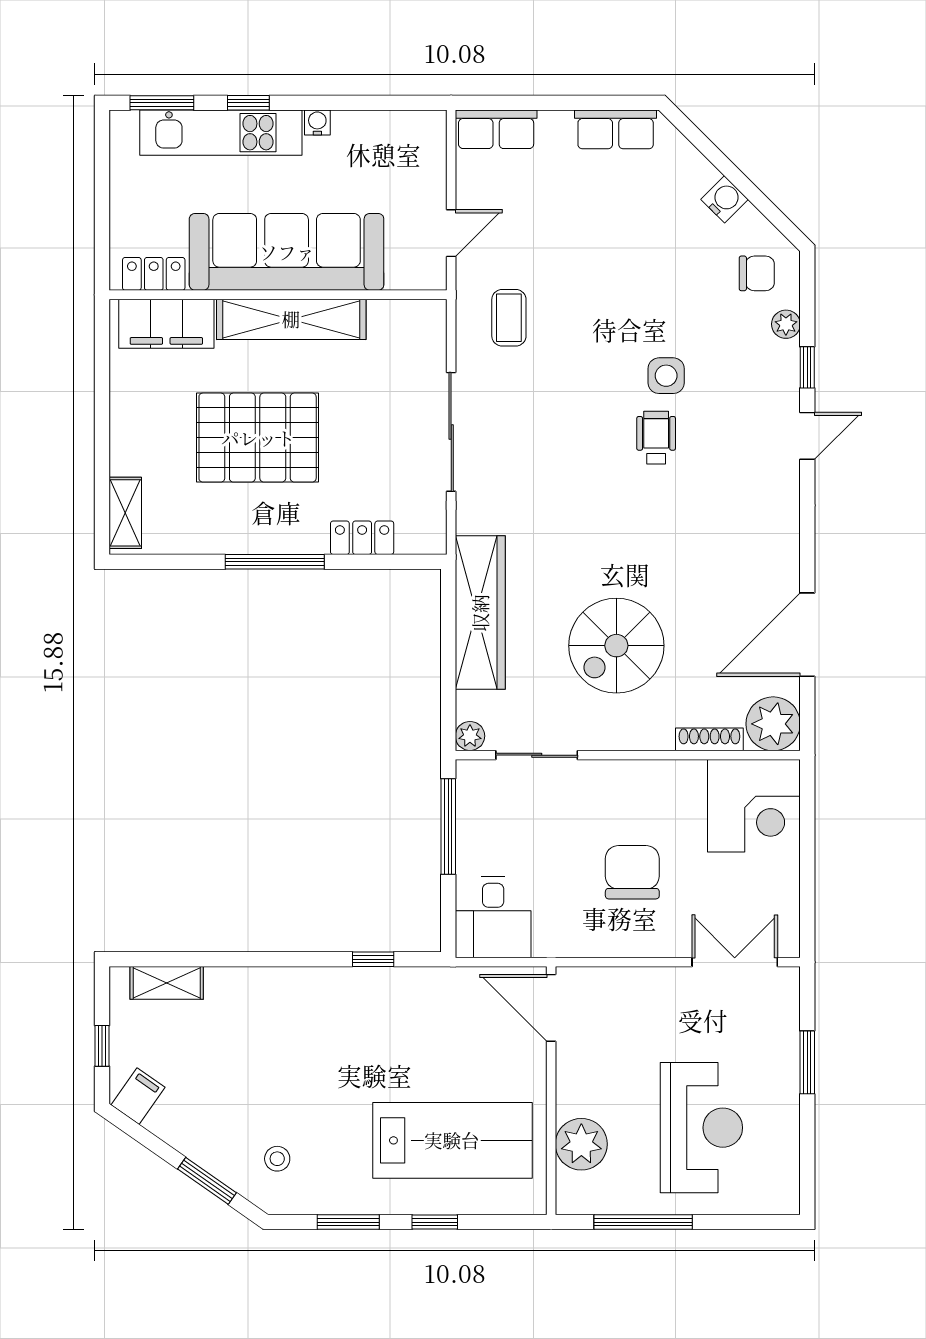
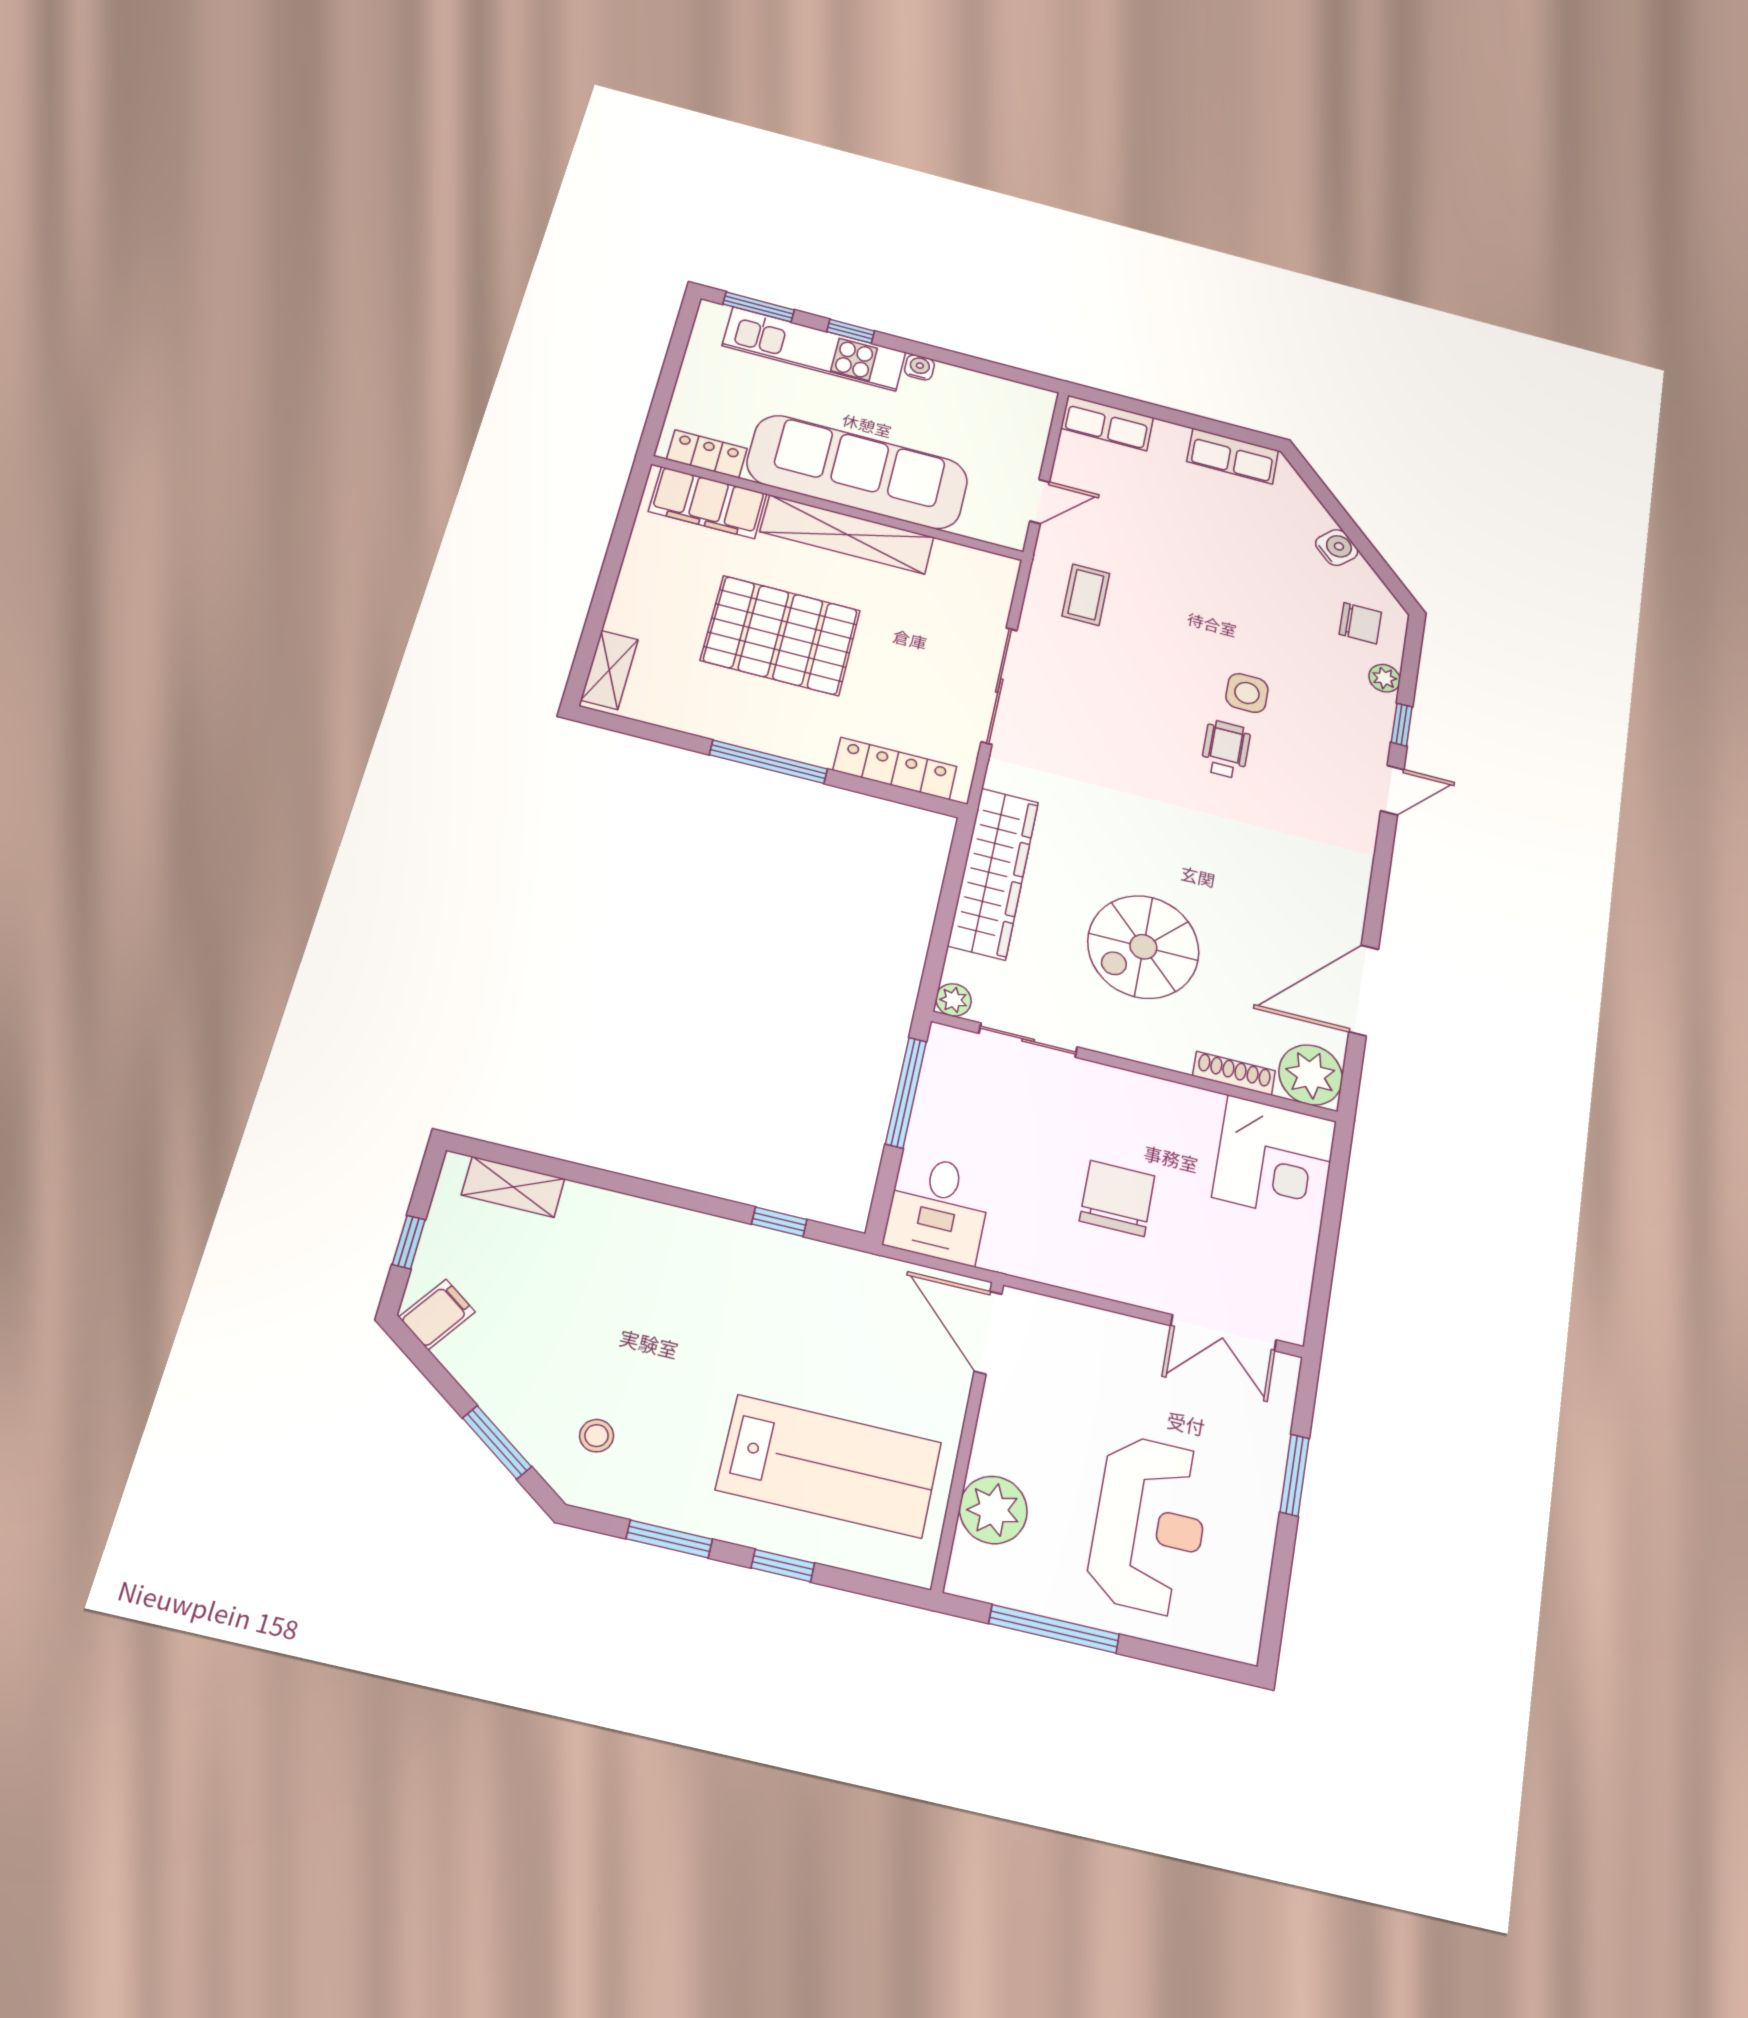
locker: (362, 538) -> (895, 768), width x1.53
double door: (735, 962) -> (1224, 1333), swing flipped

